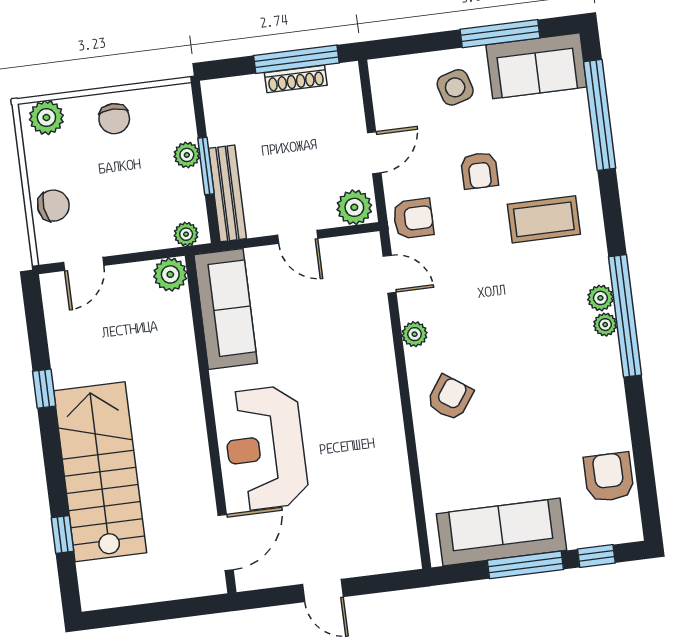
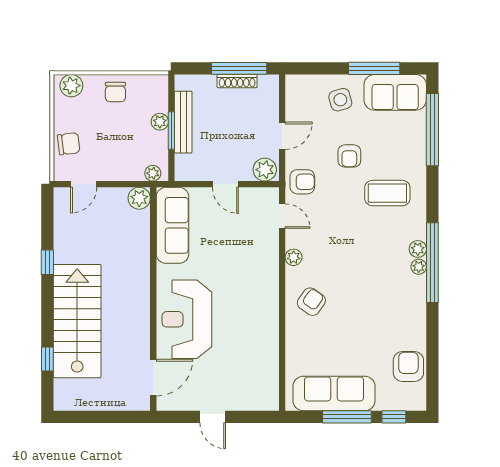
bench: (227, 193) -> (183, 122), moved

